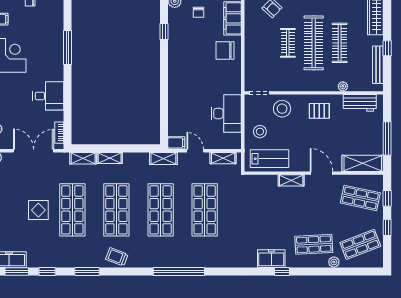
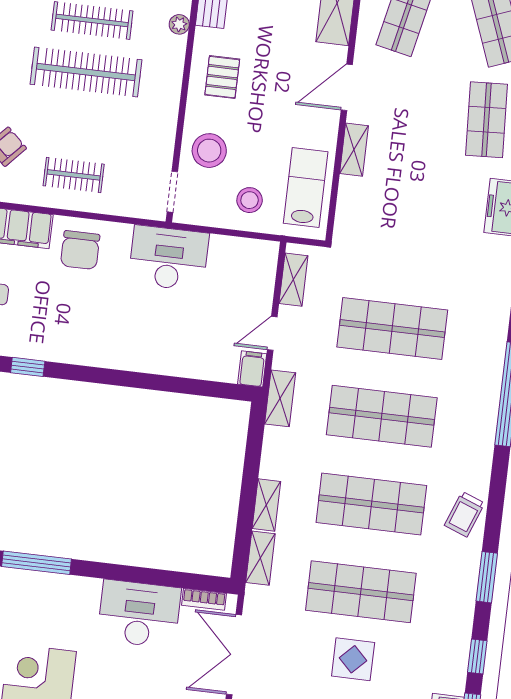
clothes rail: (288, 43) -> (74, 175), moved
desk: (48, 96) -> (139, 614), width x1.37
desk: (226, 113) -> (169, 258), moved

